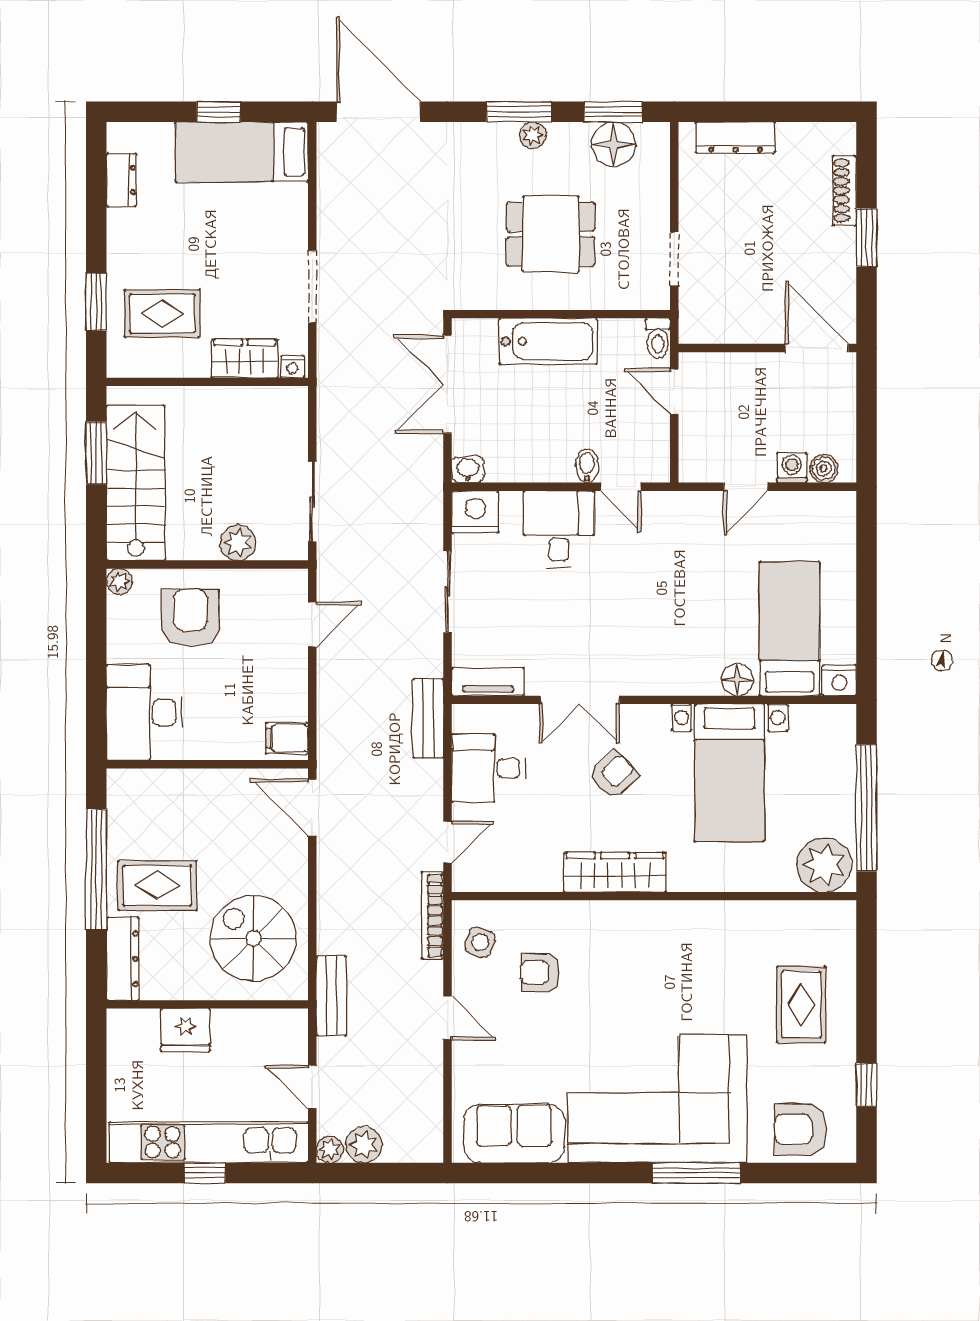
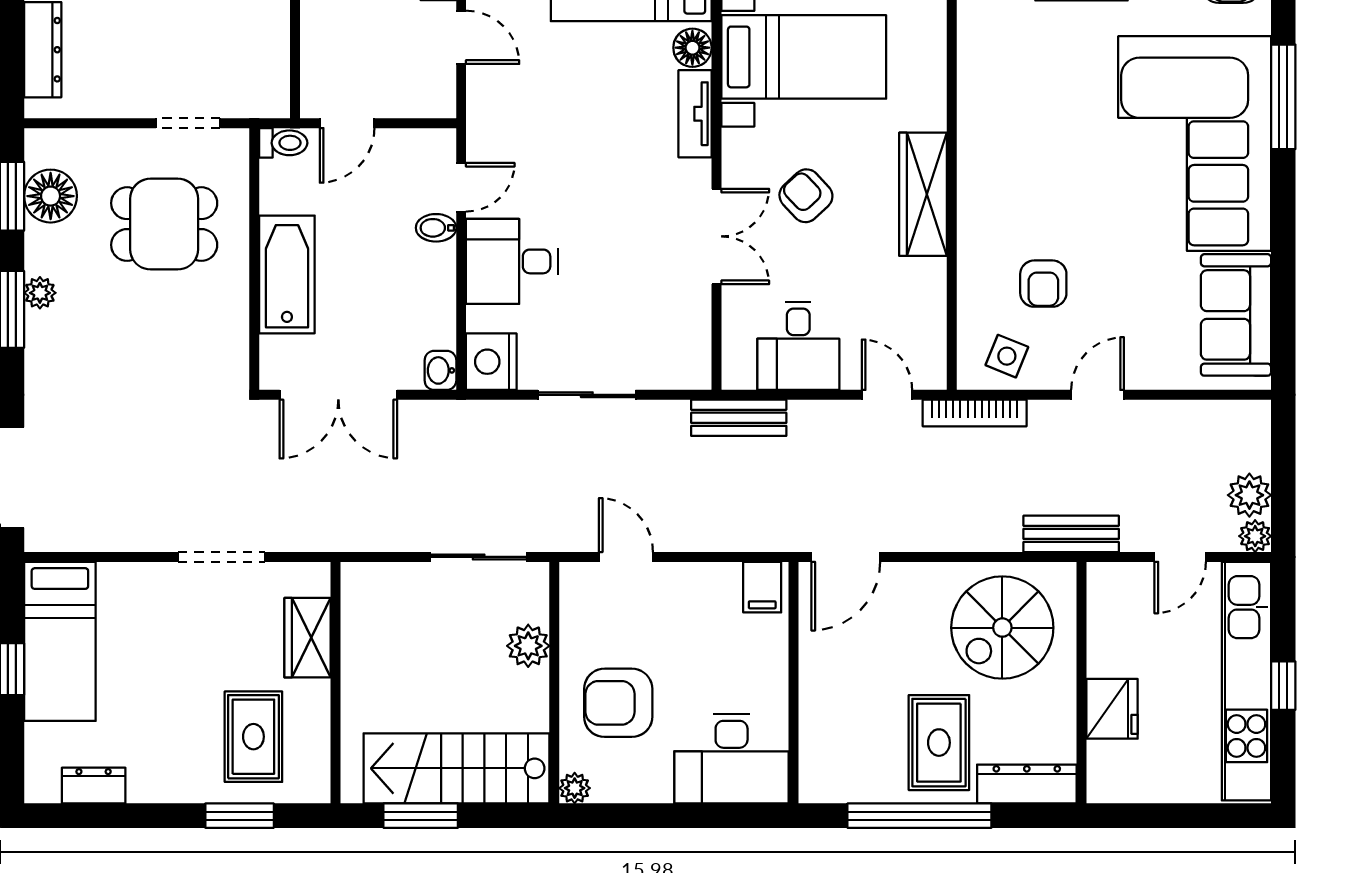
dining table: (551, 234) -> (164, 224), moved, turned 90
nightstand: (292, 367) -> (317, 581), removed
tv unit: (488, 682) -> (695, 114), moved

